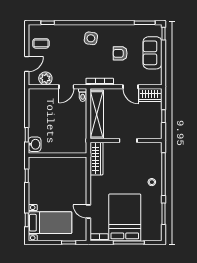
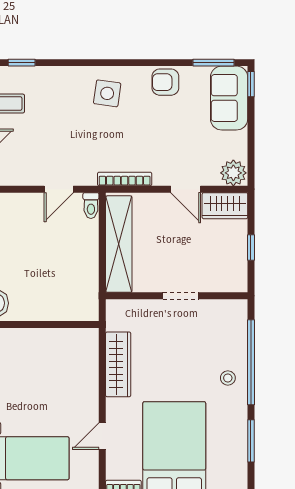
armchair: (120, 53) -> (165, 82), moved
sofa: (152, 53) -> (229, 98), moved
plant: (45, 78) -> (233, 173), moved
wardrobe: (96, 159) -> (118, 364), moved
door: (88, 211) -> (102, 436), hinge flipped

